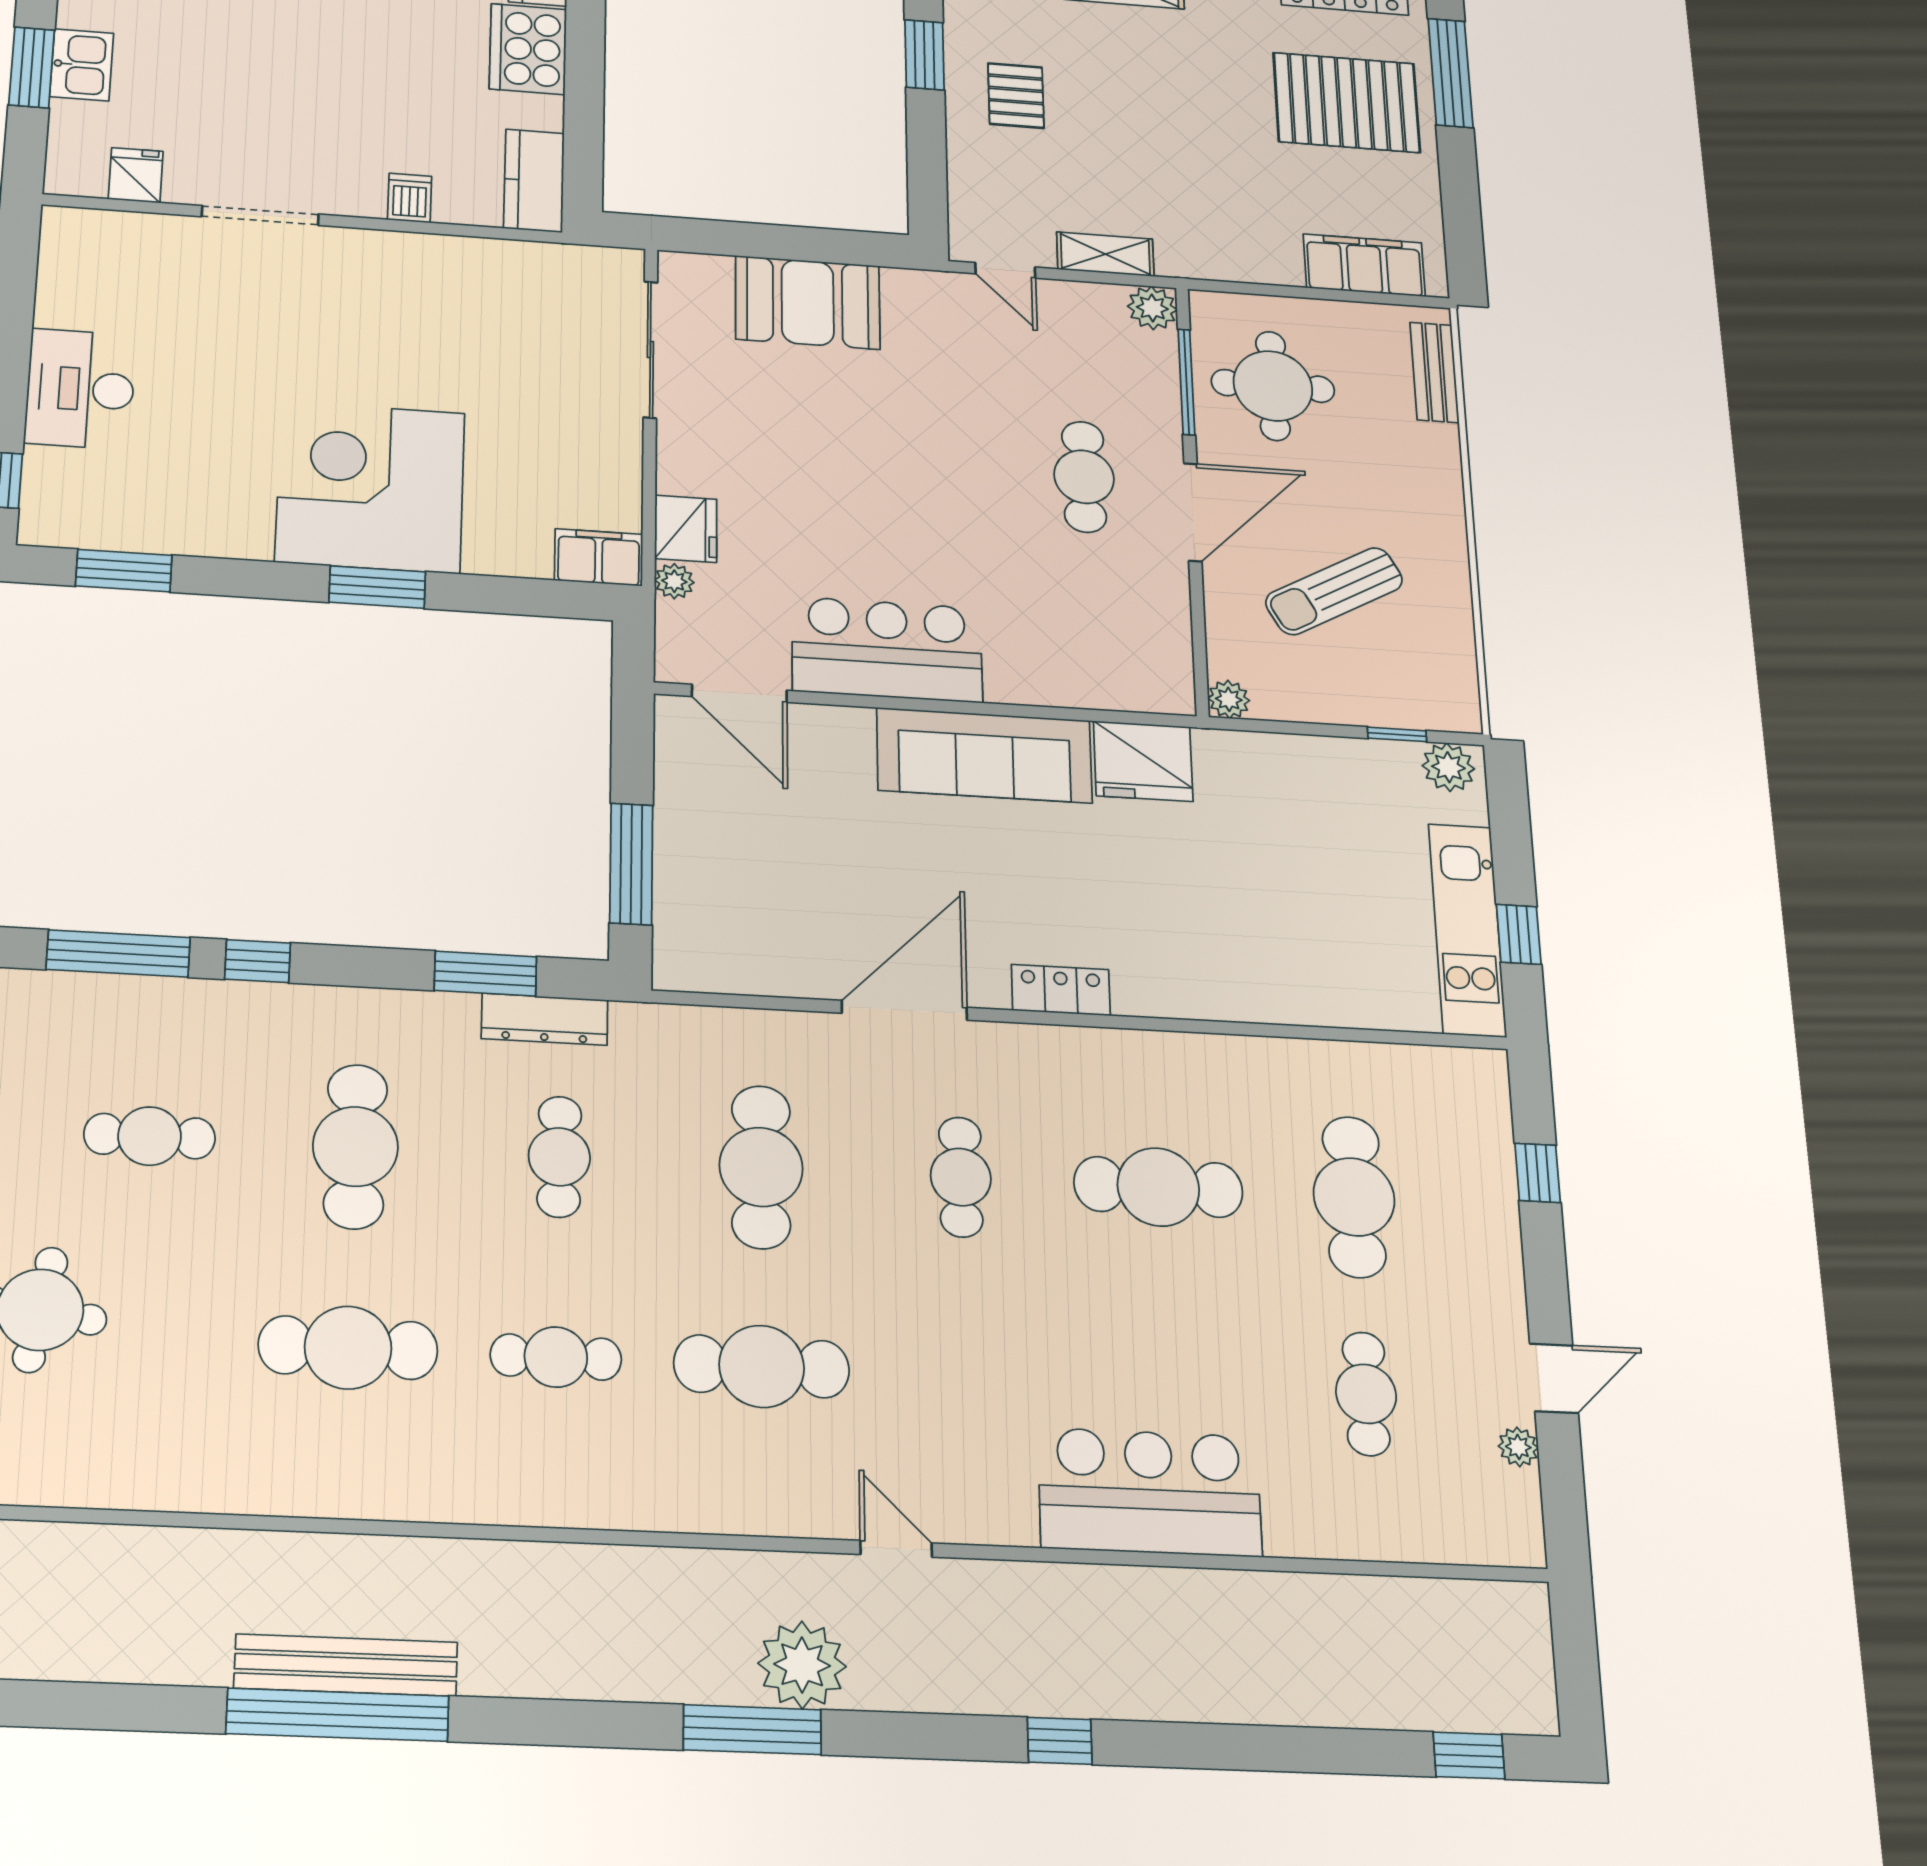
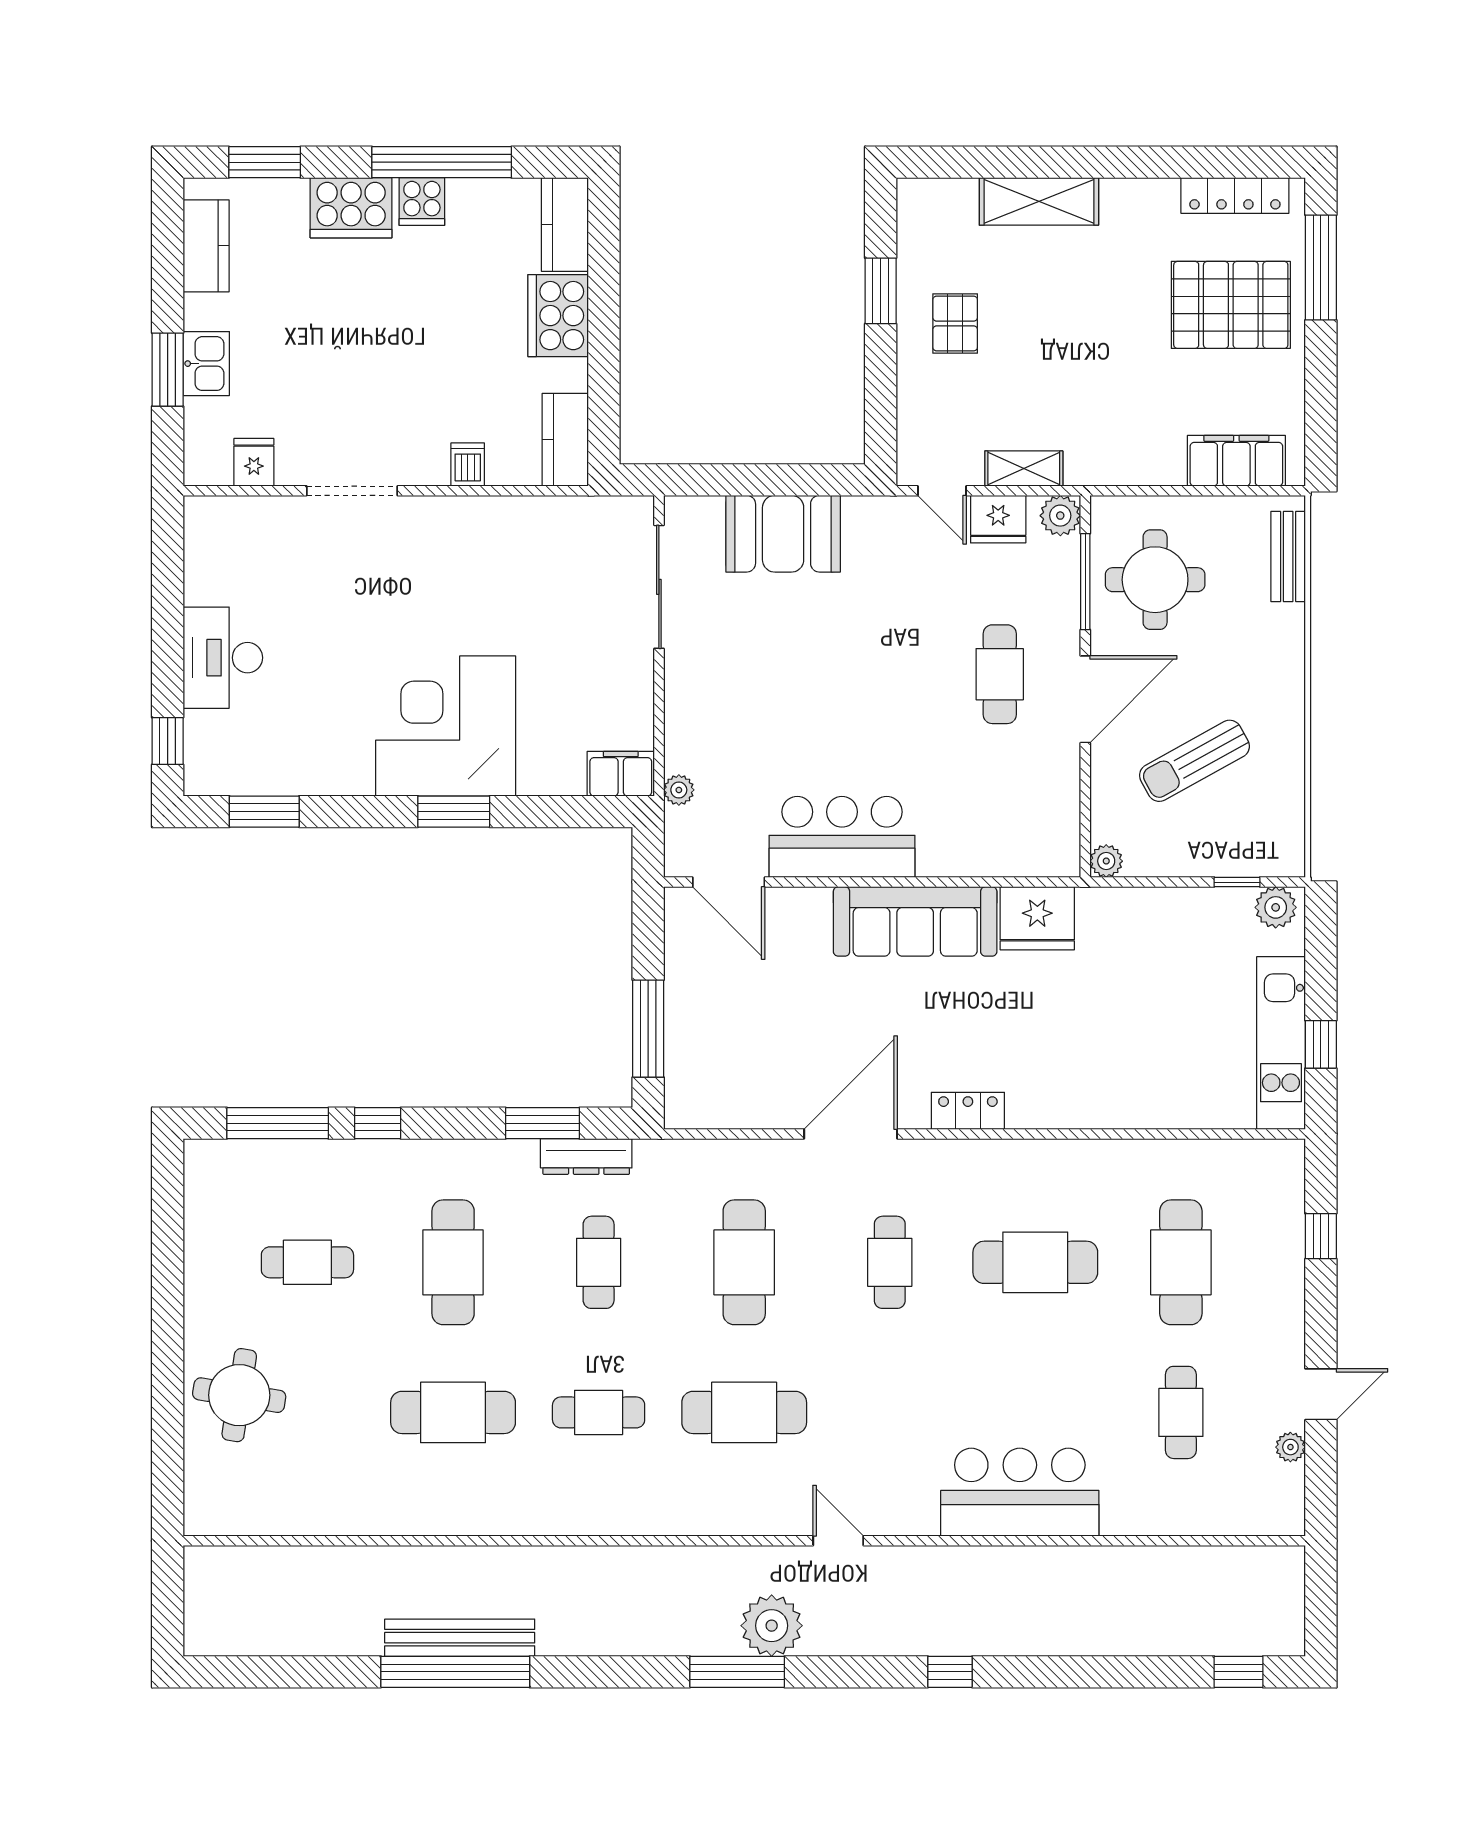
fridge: (686, 529) -> (998, 519), moved, turned 90

